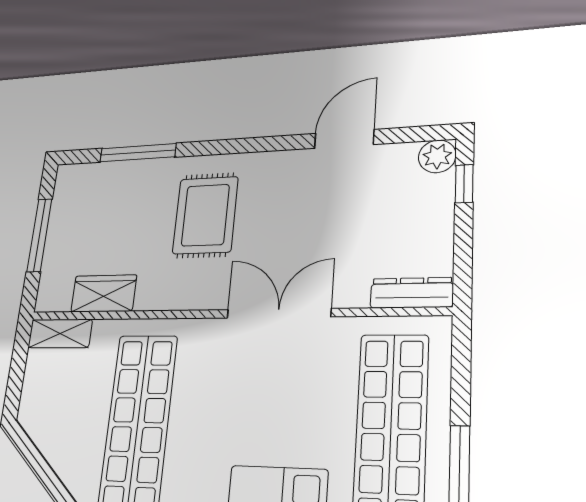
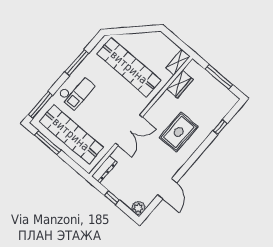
window: (138, 153) -> (220, 127), width x0.46
window: (464, 184) -> (112, 198), moved
rug: (205, 215) -> (179, 132), turned 90

